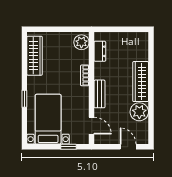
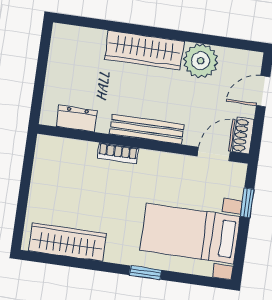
plant: (81, 42) -> (55, 151), removed
bench: (100, 94) -> (147, 129), width x1.36
shoe rack: (103, 140) -> (243, 135), added

